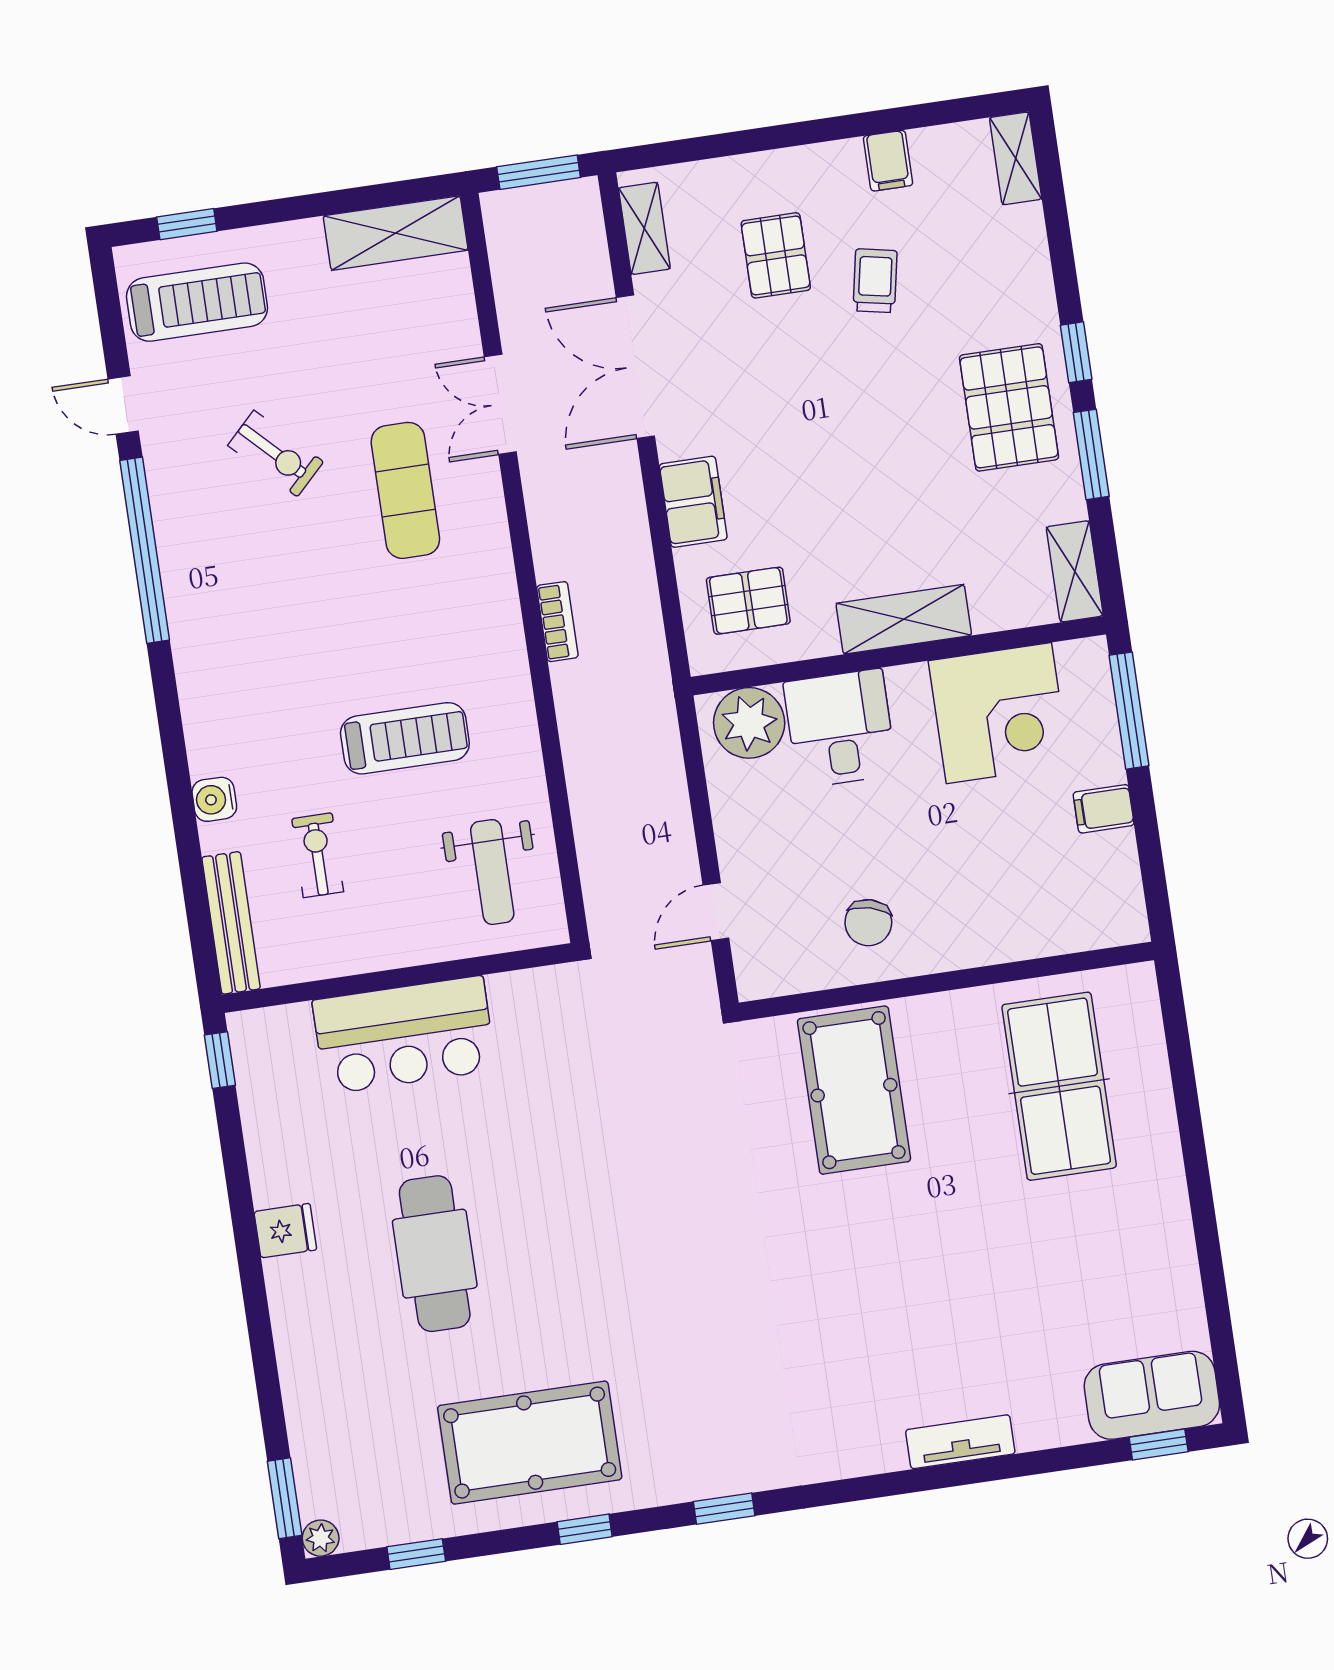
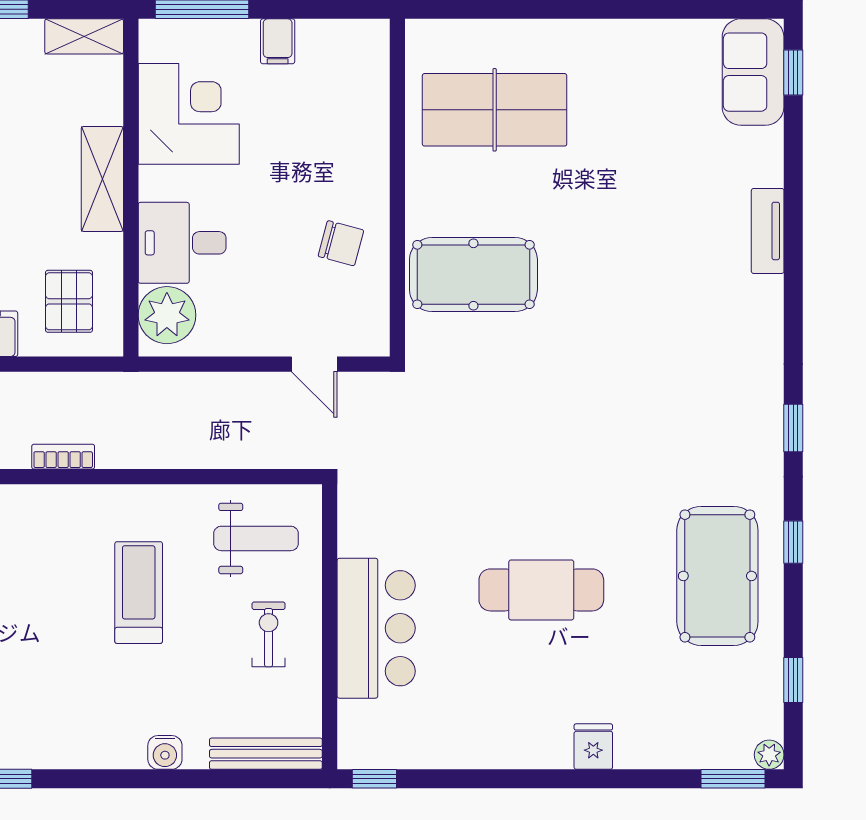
exercise bike: (318, 855) -> (269, 634), moved, turned 90
fridge: (285, 1231) -> (593, 747), moved
cafe table: (435, 1254) -> (541, 590), moved

